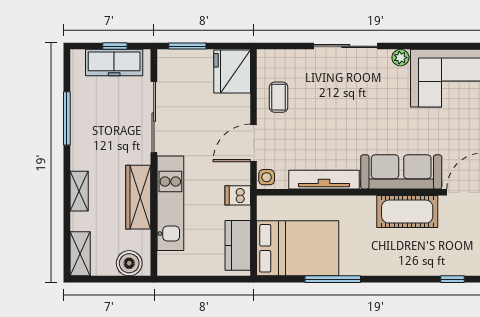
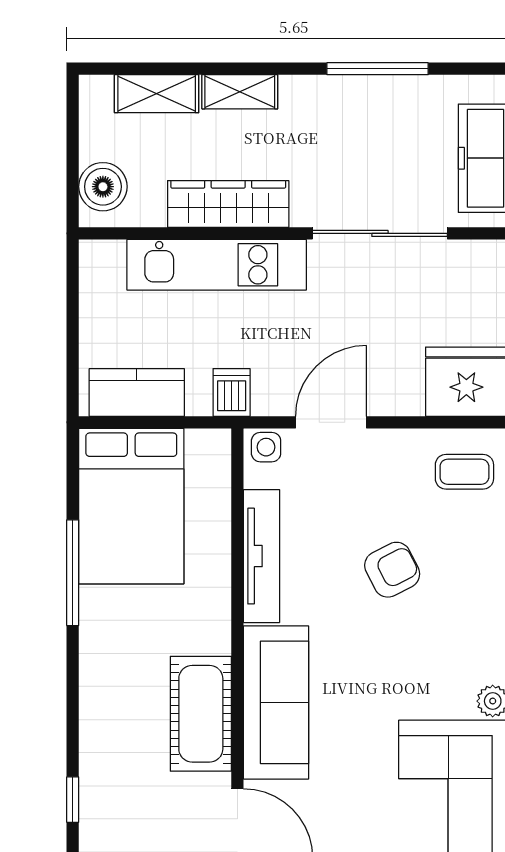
coffee table: (279, 97) -> (464, 472), moved
armchair: (331, 111) -> (392, 570), added
door: (253, 143) -> (331, 422), hinge flipped
shelving: (80, 254) -> (157, 94), moved

